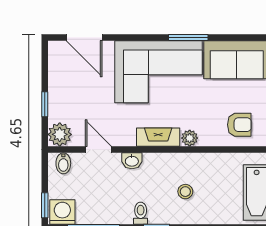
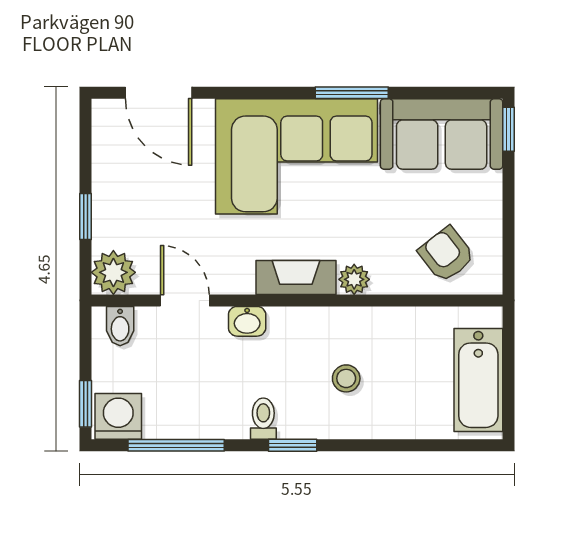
armchair: (239, 125) -> (446, 254), turned -128

